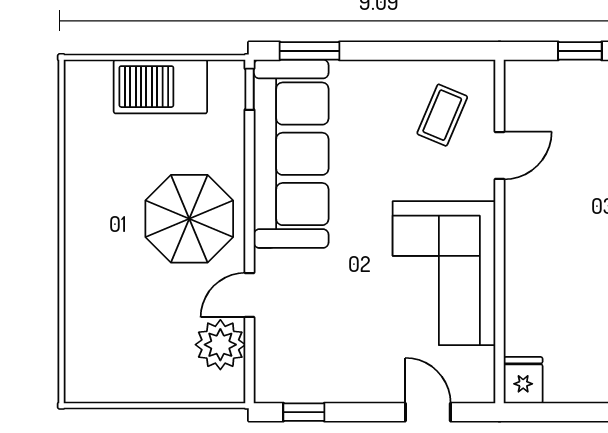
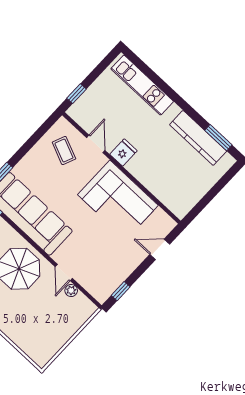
window: (580, 51) -> (77, 94), moved
plant: (220, 345) -> (71, 290), width x0.53, depth x0.53
fridge: (523, 380) -> (123, 153), moved, turned 90

